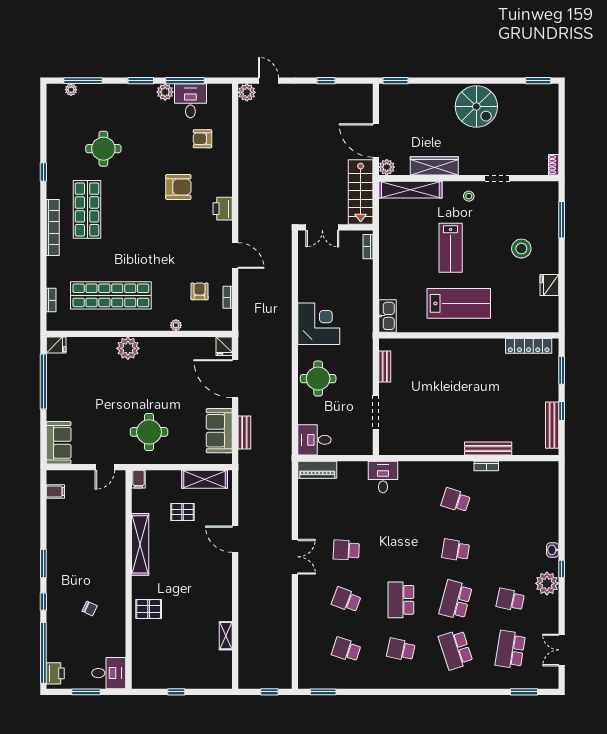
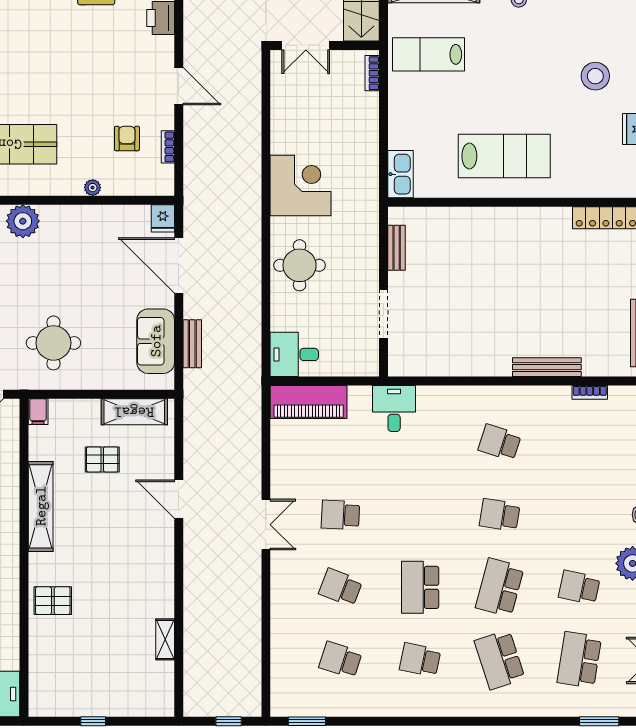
lab bench: (451, 248) -> (429, 54), moved, turned 90
bookcase: (486, 466) -> (590, 392), moved
piano: (317, 470) -> (309, 402), width x1.37, depth x1.33

